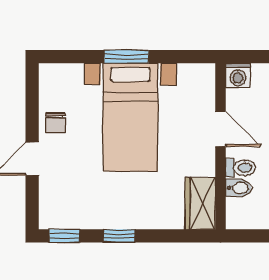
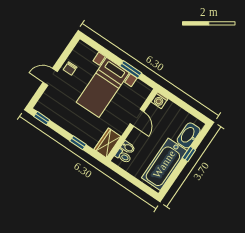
window: (126, 57) -> (131, 70), moved
toilet: (241, 168) -> (123, 156), moved
window: (119, 236) -> (78, 143), moved

